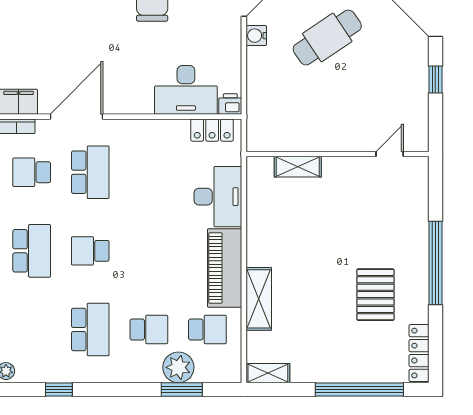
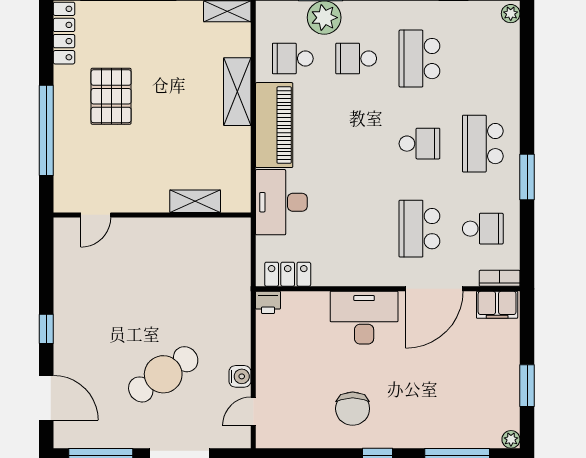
desk: (186, 90) -> (364, 318), moved
wall: (337, 154) -> (152, 215), moved
door: (390, 154) -> (96, 215), moved
shelving: (298, 167) -> (195, 201), moved

